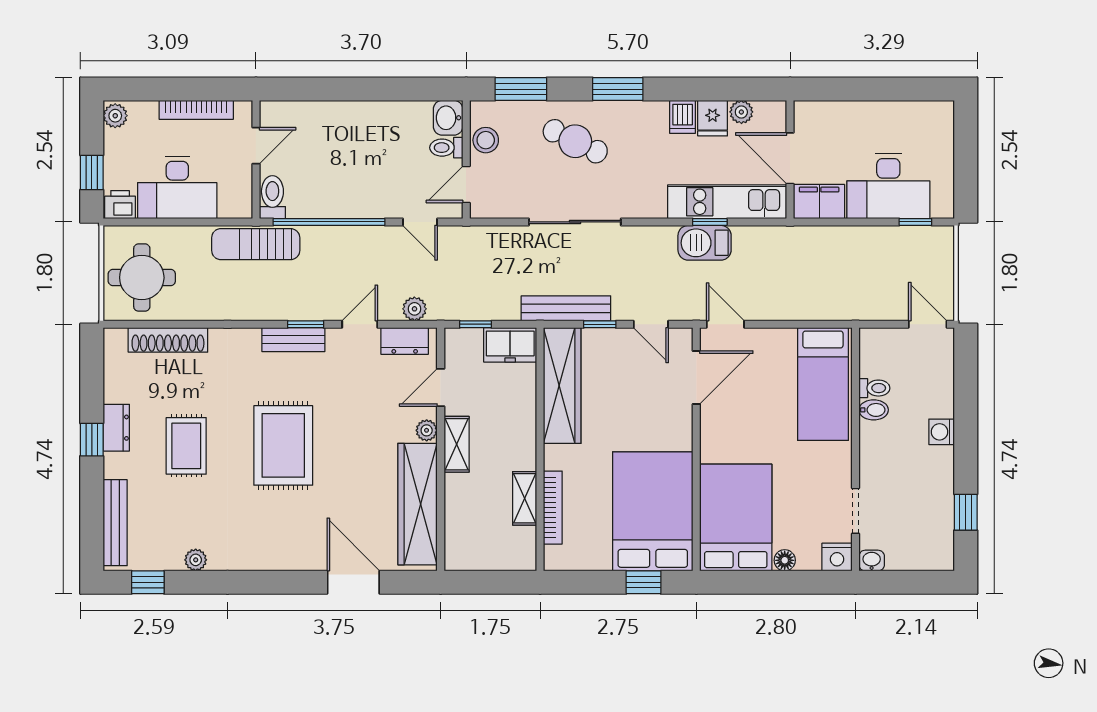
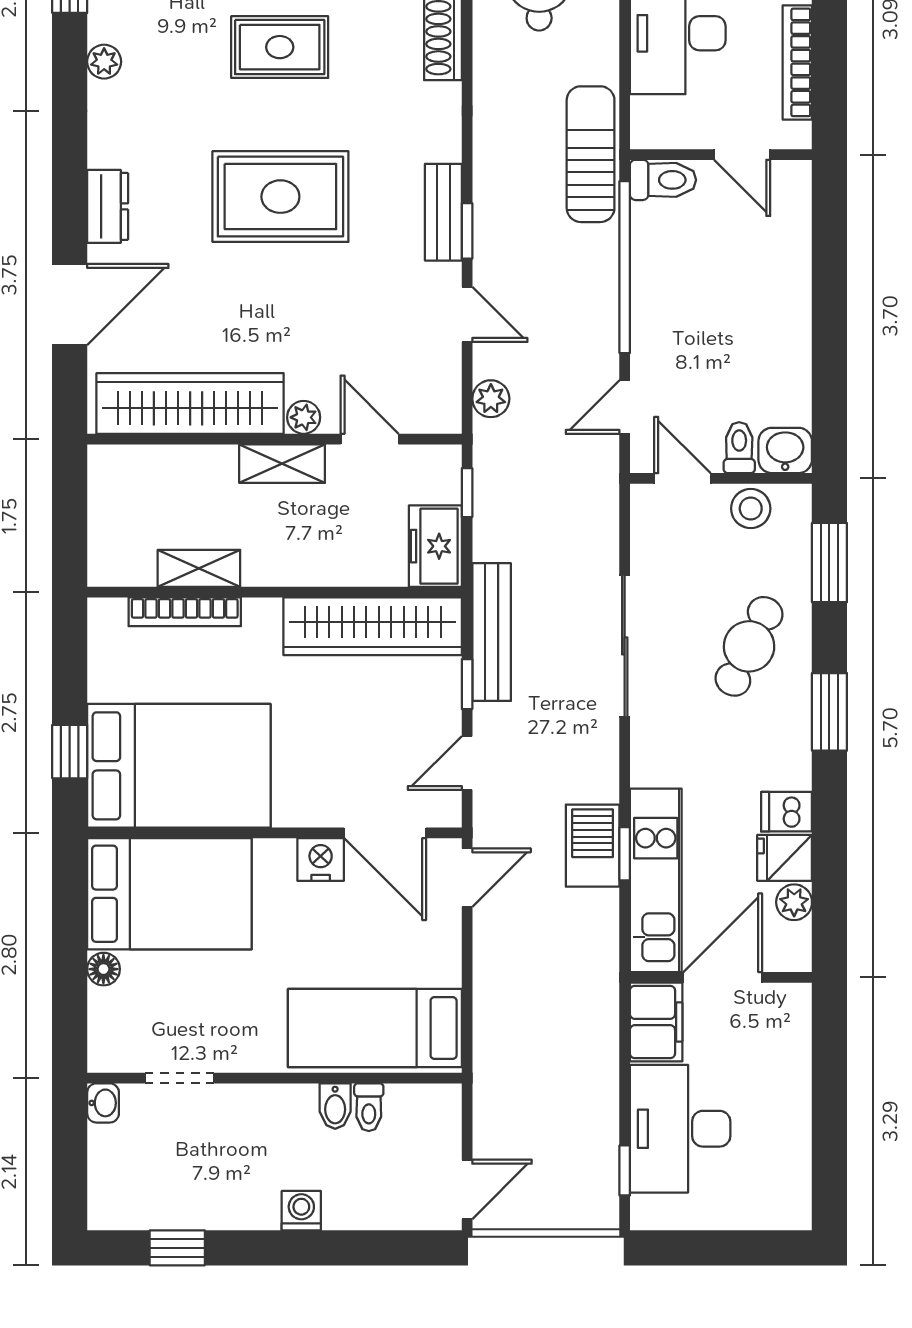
dresser: (405, 341) -> (108, 206), moved, turned 180
nightstand: (837, 557) -> (321, 860), moved, turned 90

